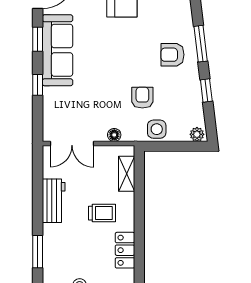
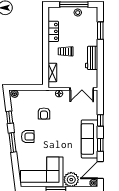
side table: (157, 129) -> (36, 97), removed
double door: (72, 143) -> (82, 89), swing flipped

